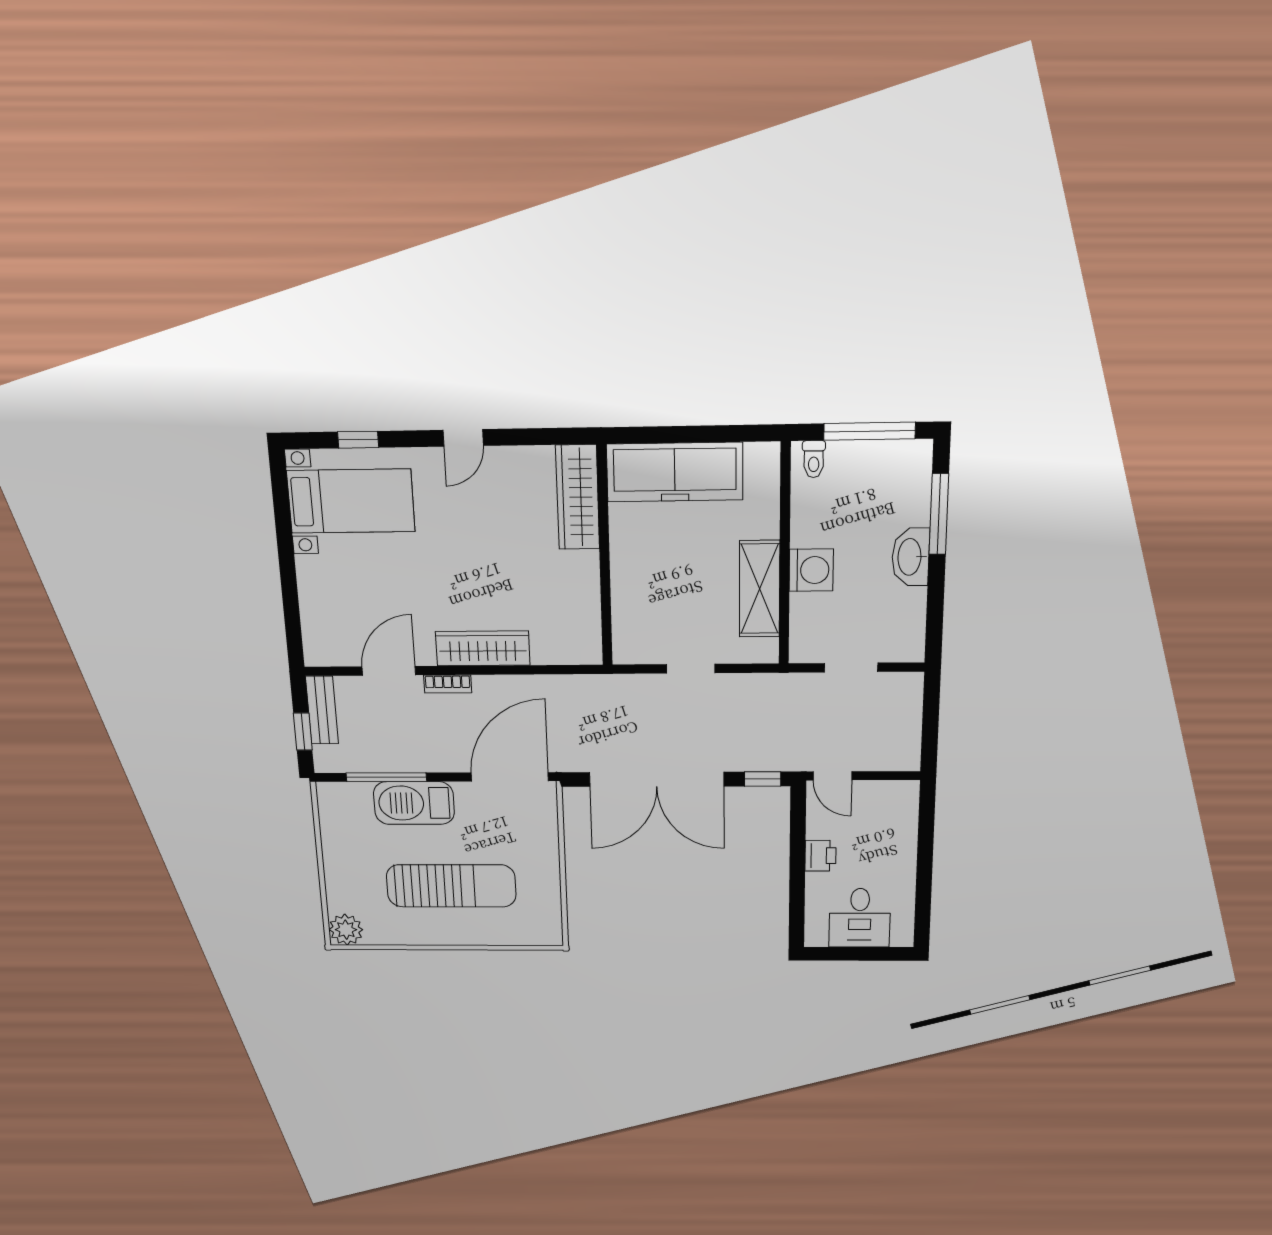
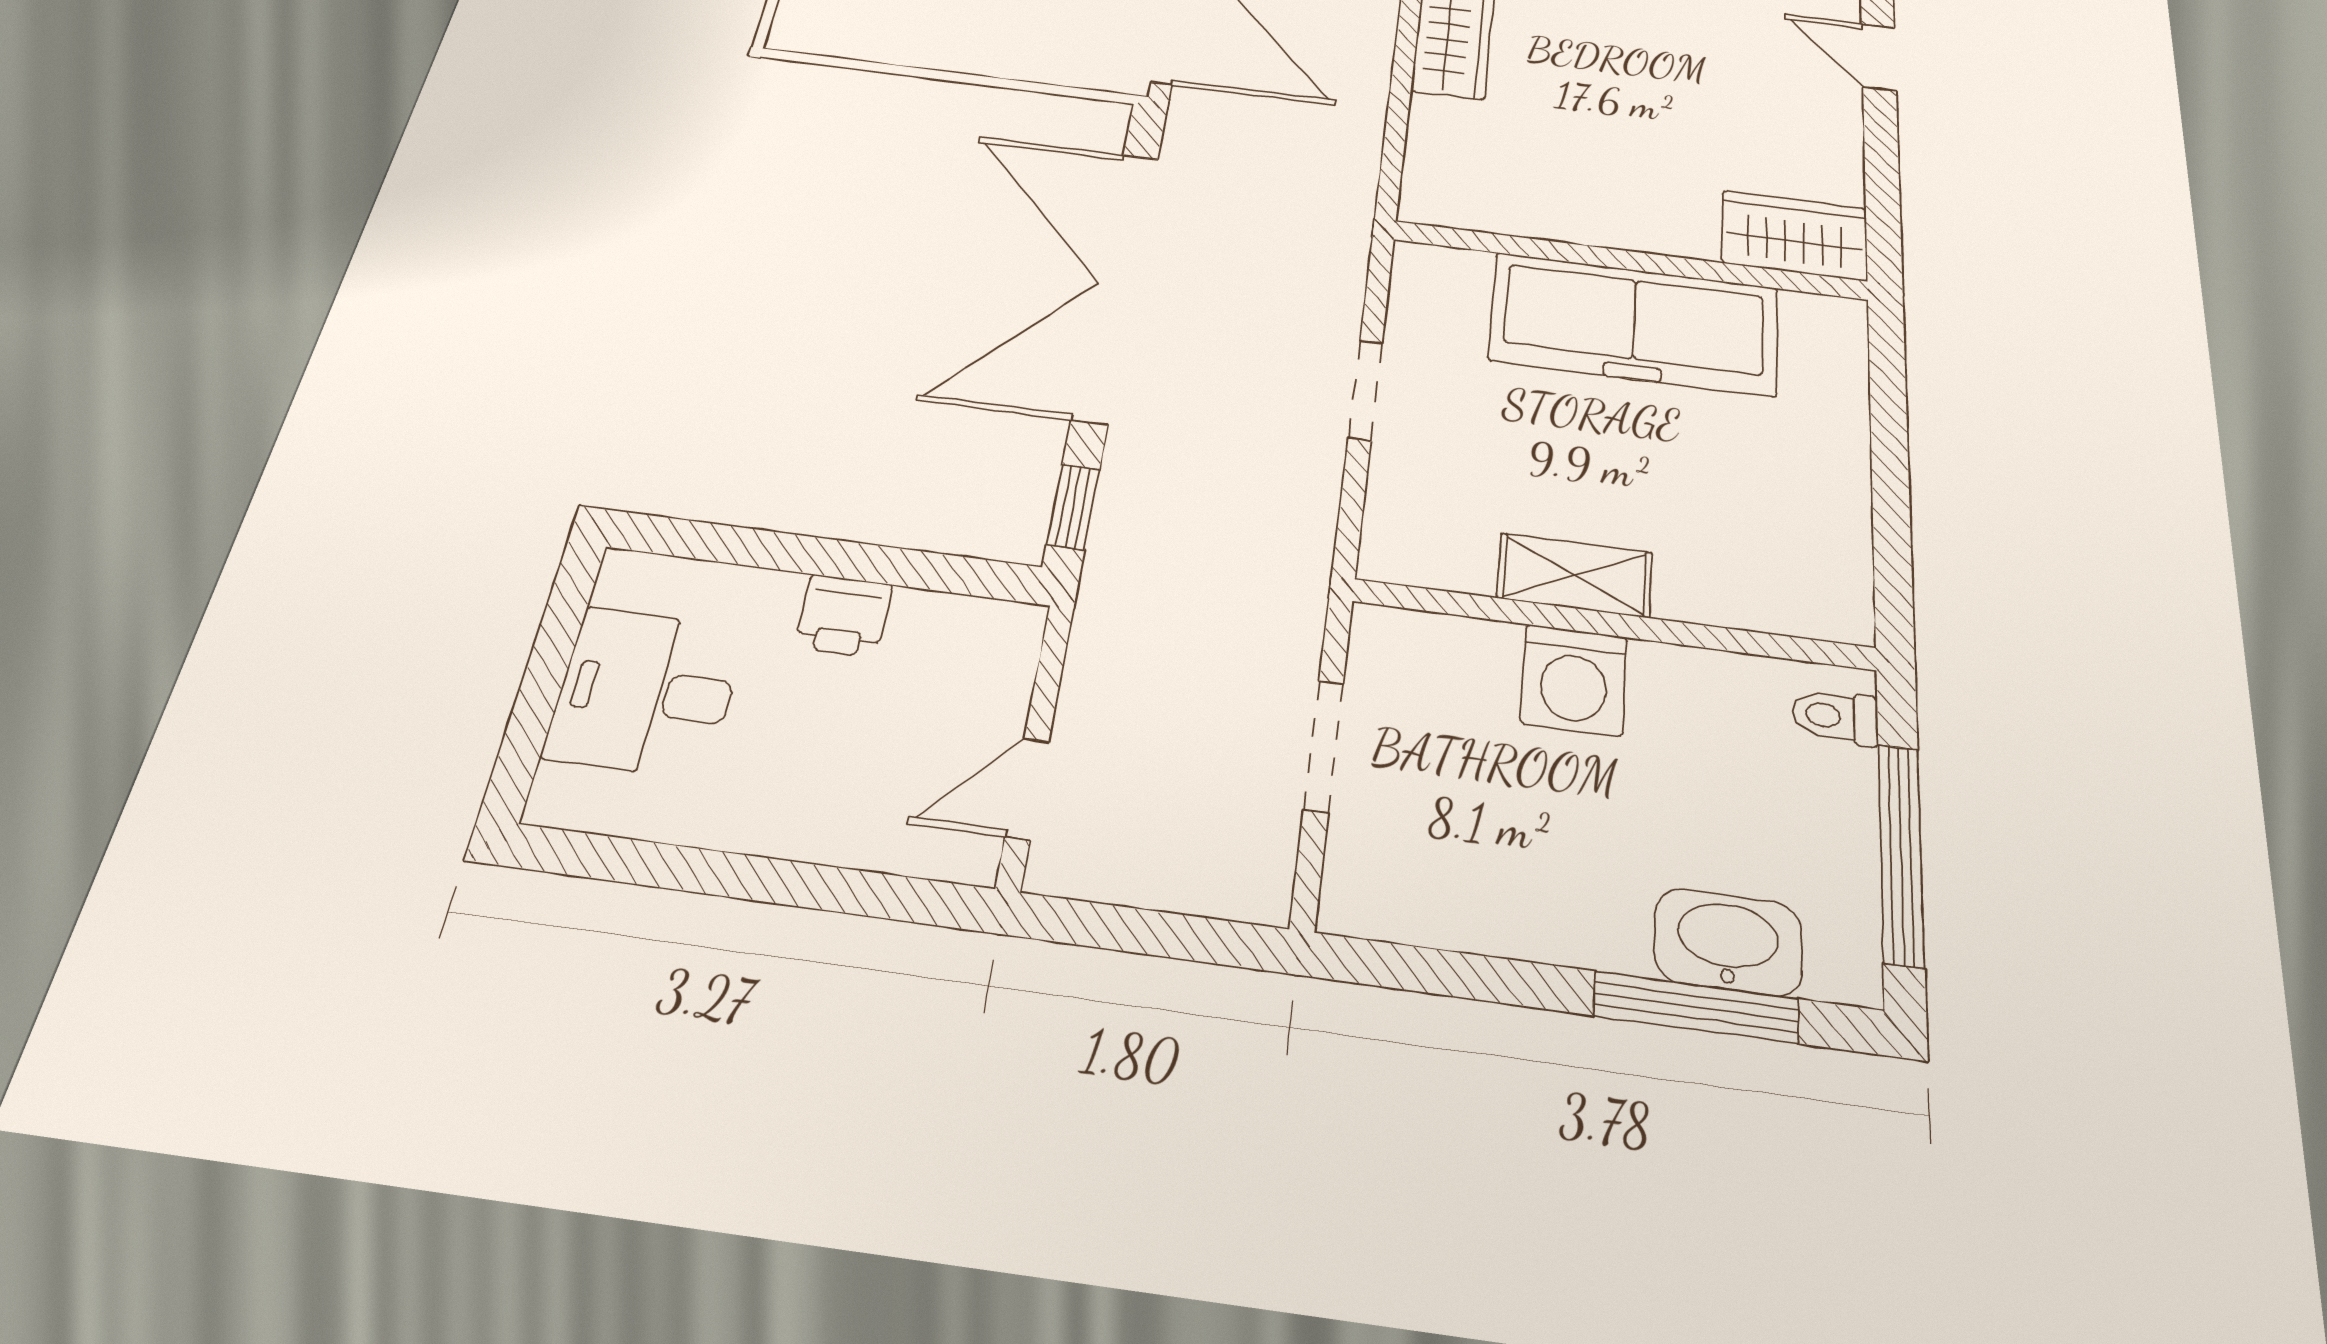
freezer: (675, 472) -> (1634, 324), moved, turned -90
wardrobe: (578, 497) -> (1794, 236), width x0.67
washbasin: (911, 557) -> (1728, 942), moved
shelving: (760, 589) -> (1575, 575), width x0.67, depth x0.75
door: (832, 776) -> (1027, 789), moved

